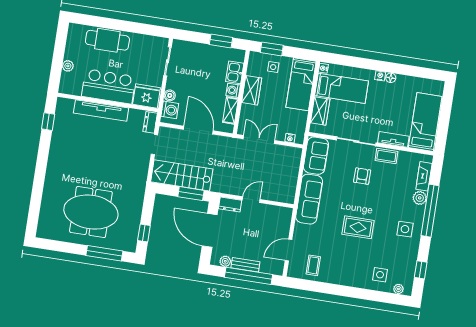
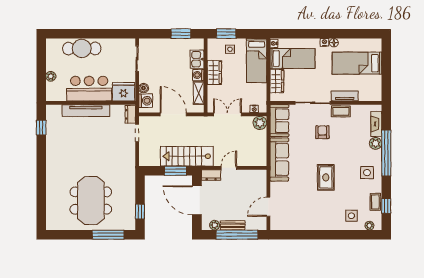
bed: (425, 122) -> (357, 63), moved, turned -90
plant: (294, 155) -> (260, 123), added
stairs: (182, 175) -> (187, 156), moved
meeting table: (91, 212) -> (91, 201), turned 90
rug: (358, 227) -> (326, 177), turned 90
coffee table: (313, 265) -> (375, 202), moved

